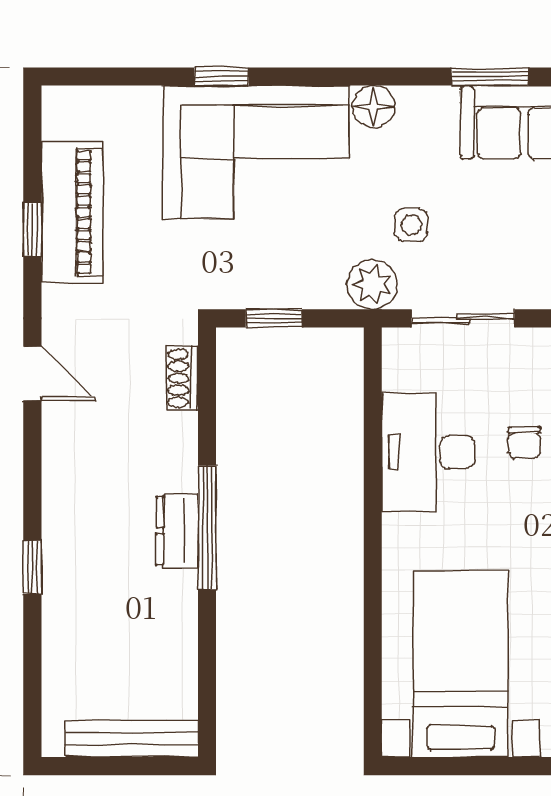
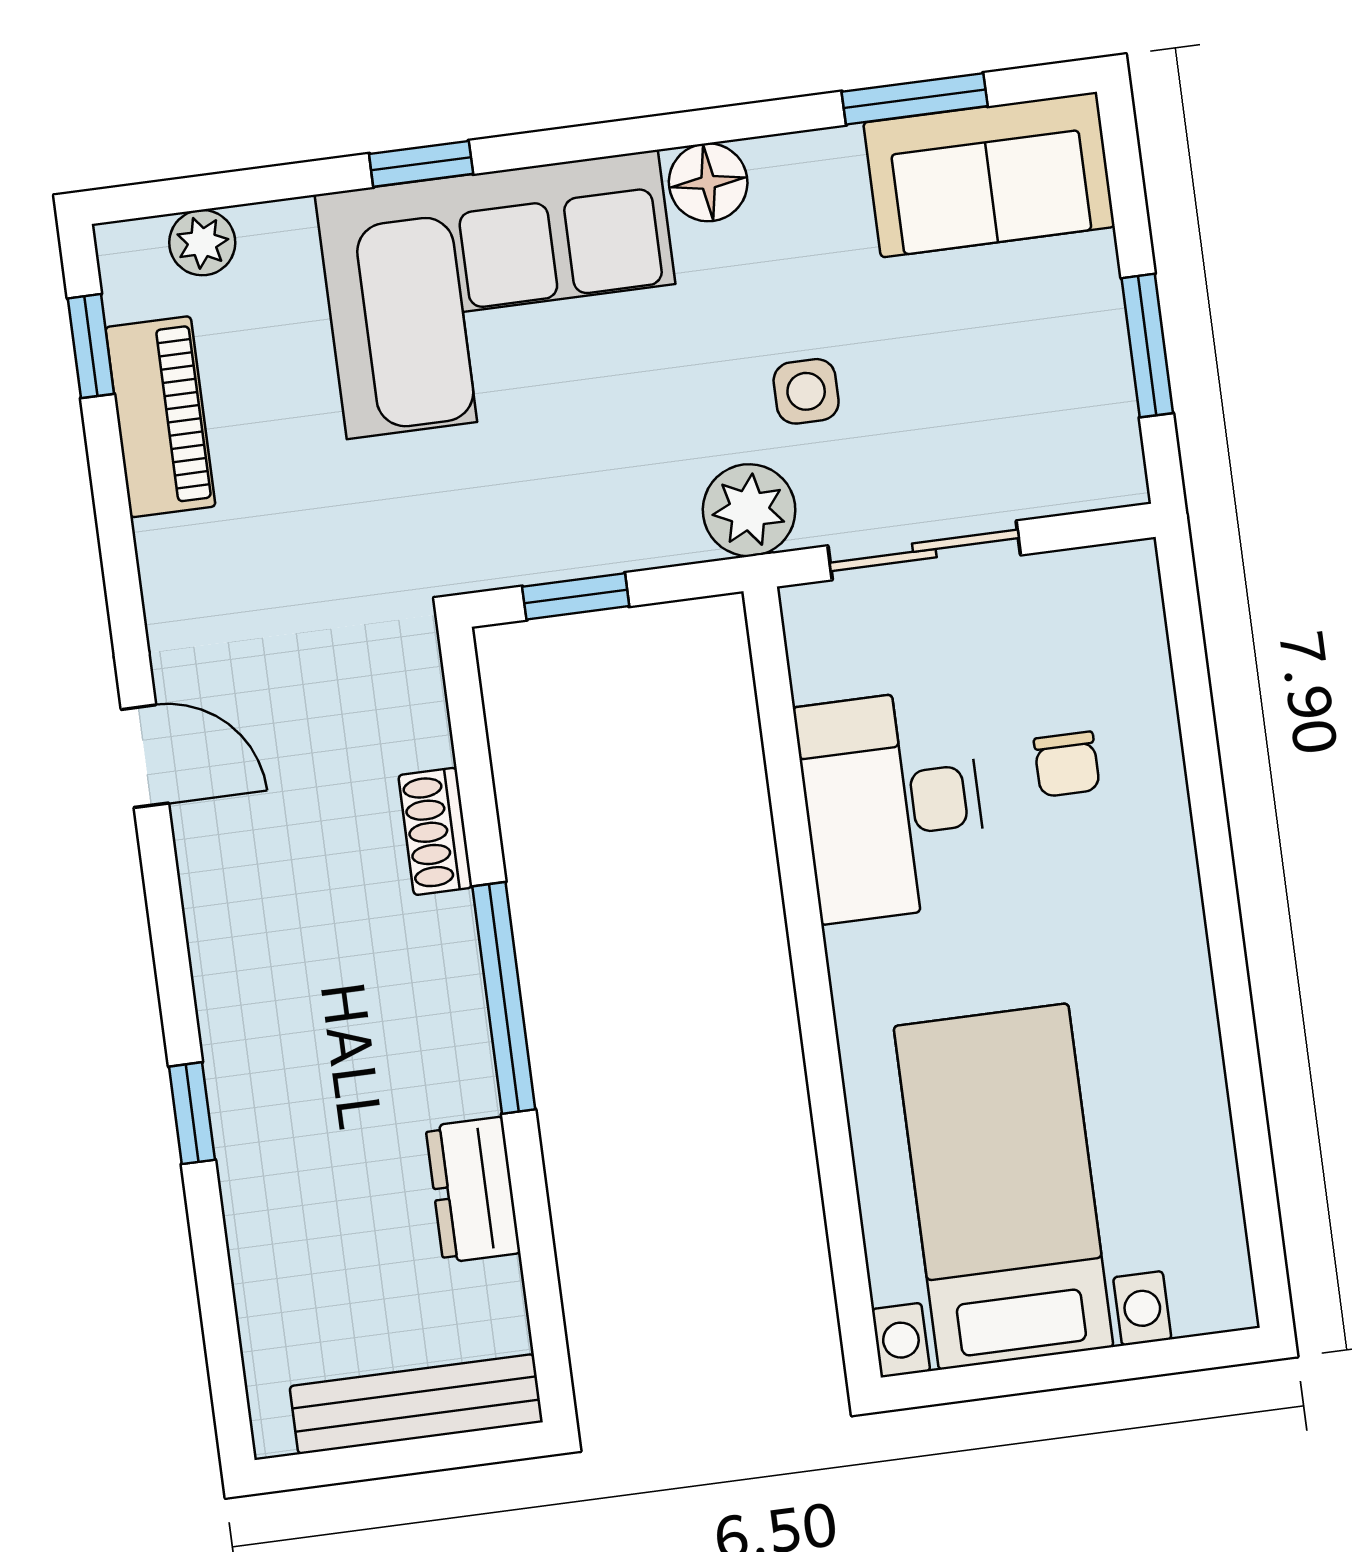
plant: (99, 103) -> (202, 243), added
piano: (72, 212) -> (160, 417), width x0.73, depth x0.75
window: (32, 229) -> (91, 346), moved
shoe rack: (182, 378) -> (435, 831), moved
dresser: (177, 531) -> (473, 1190), moved

